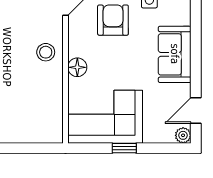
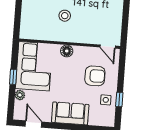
stool: (46, 52) -> (65, 16), moved
plant: (183, 135) -> (20, 95), moved

